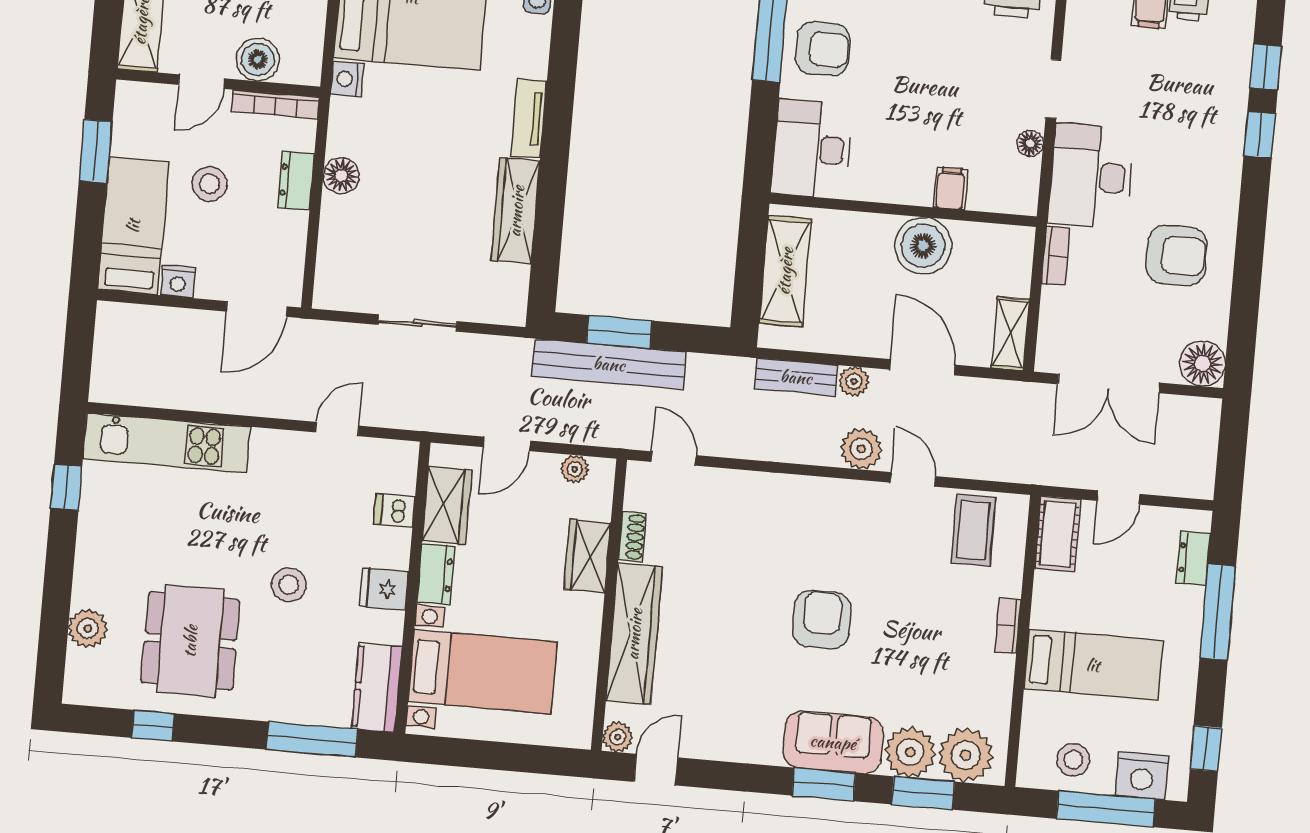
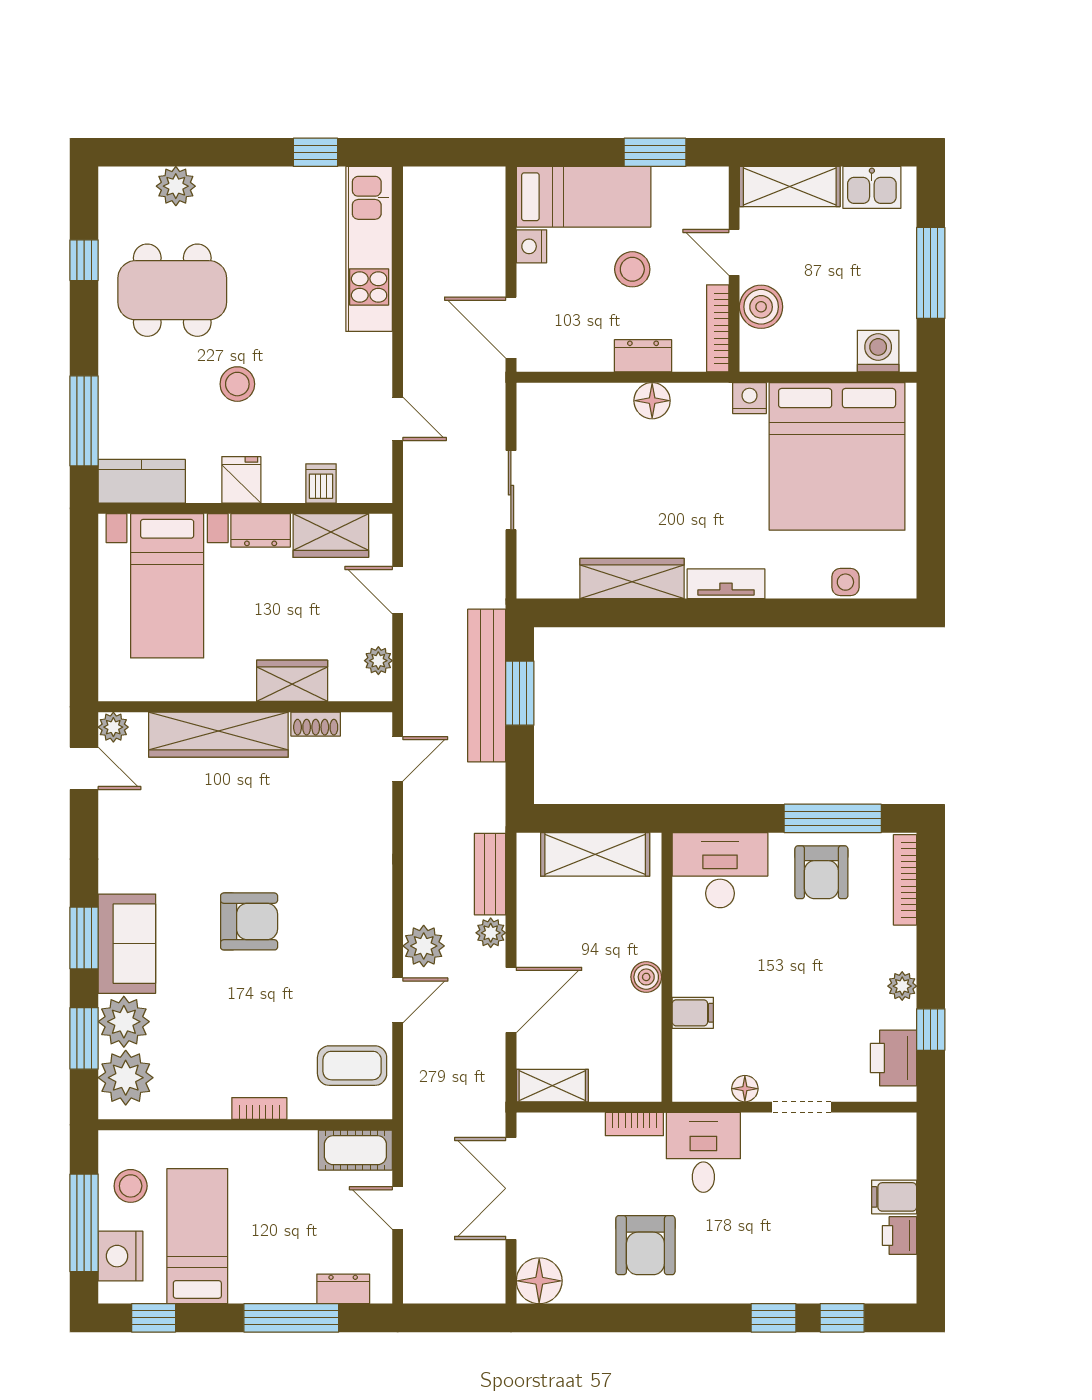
desk: (1091, 176) -> (703, 1152), width x0.73
boiler: (923, 246) -> (646, 977), width x0.54, depth x0.54
bed: (1093, 665) -> (197, 1236), moved, turned 180

